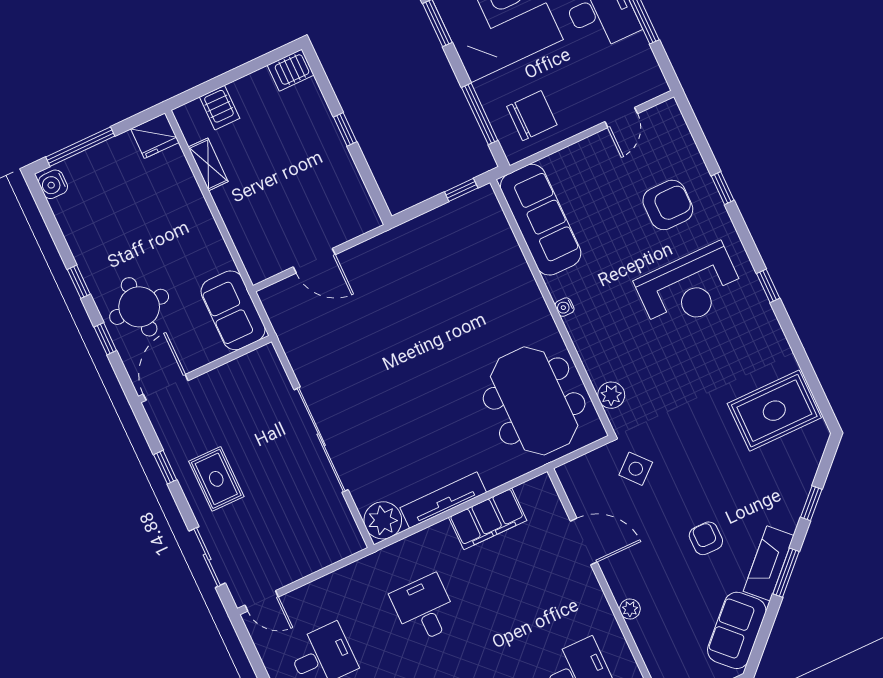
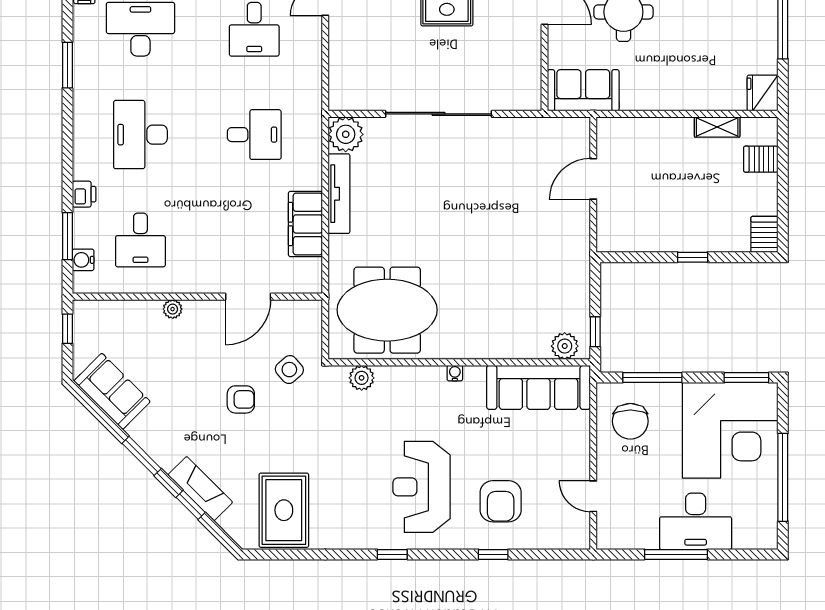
plant: (489, 213) -> (565, 346), added
armchair: (706, 538) -> (241, 399), moved
fireplace: (769, 563) -> (200, 489), moved

